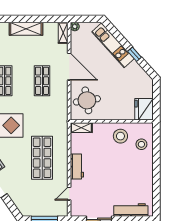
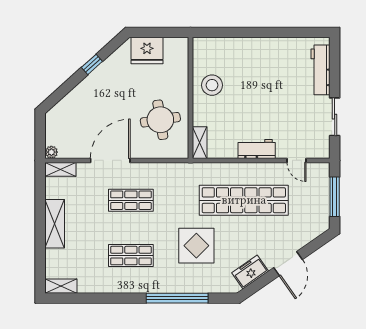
kitchen unit: (113, 45) -> (79, 96), removed
round table: (87, 100) -> (160, 120), moved
fridge: (144, 109) -> (147, 51), moved
stool: (141, 144) -> (224, 54), removed
shop shelf: (42, 158) -> (244, 200), width x1.40

